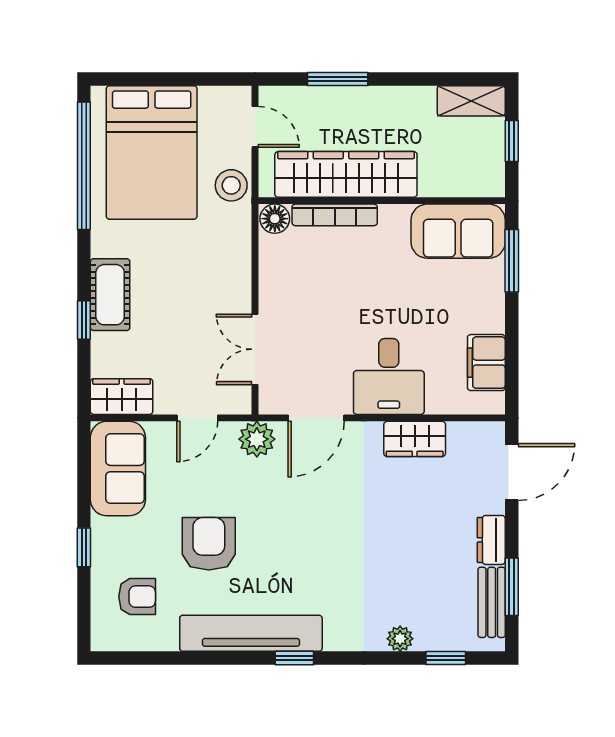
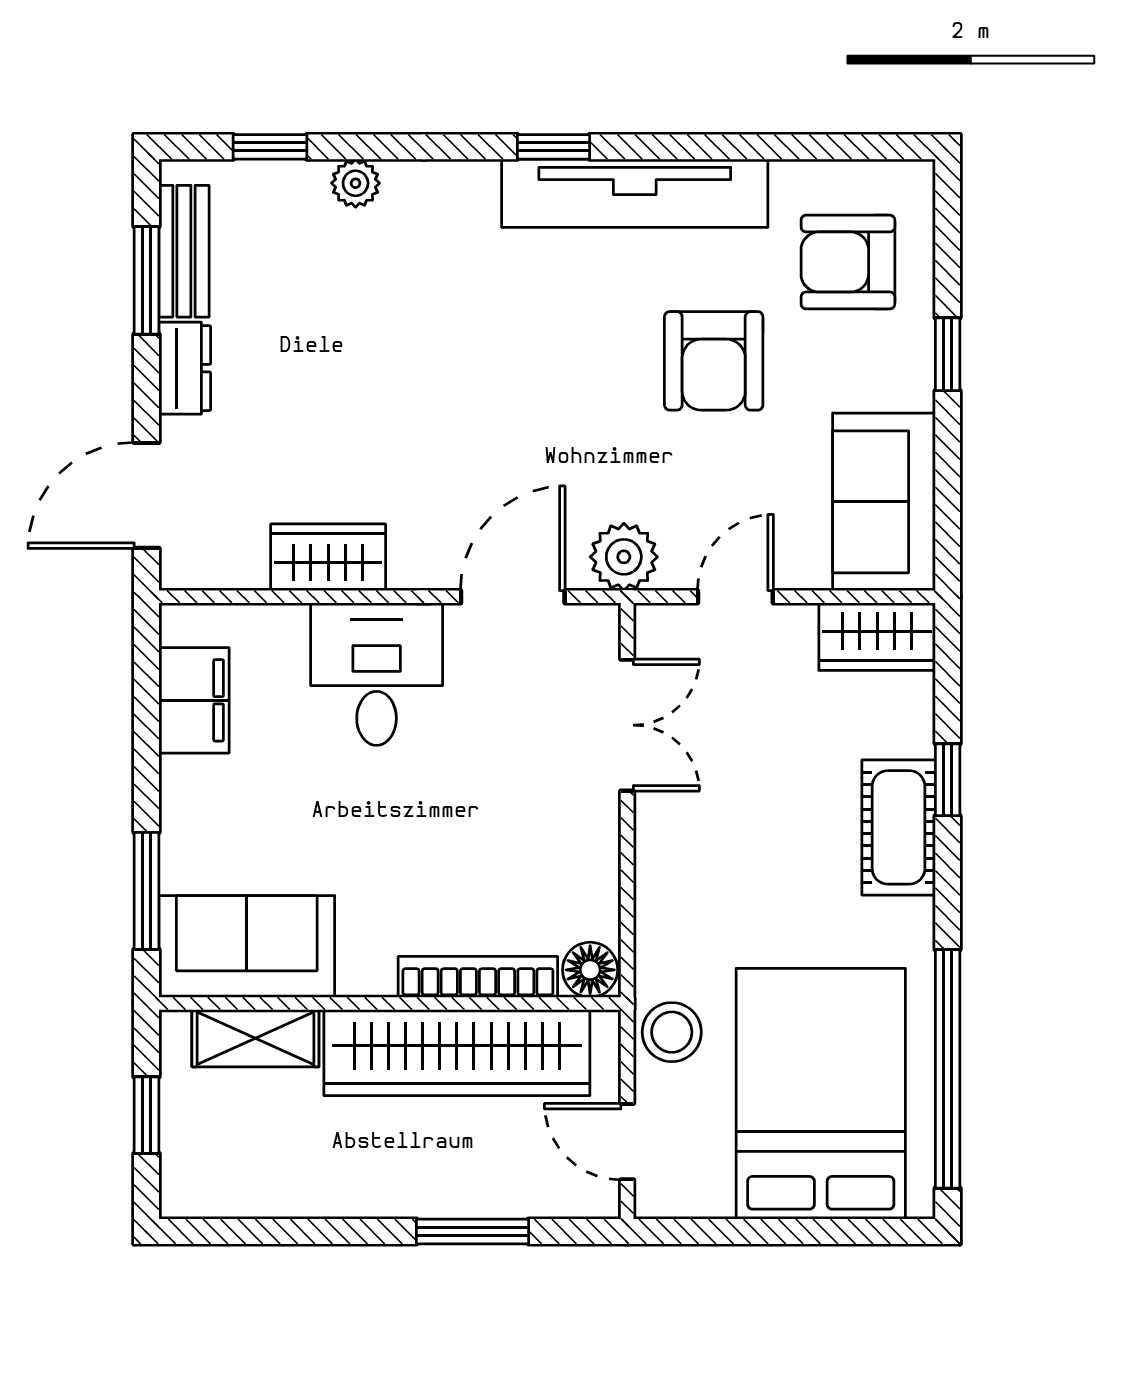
shelving: (471, 101) -> (255, 1038), moved
armchair: (137, 597) -> (848, 262), width x1.38, depth x1.38

